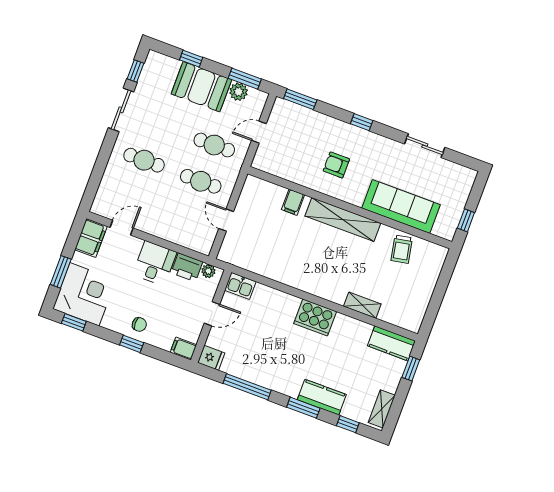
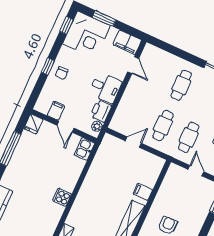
cooker: (315, 318) -> (62, 197), width x0.53, depth x0.76
filing cabinet: (183, 349) -> (56, 111), moved

